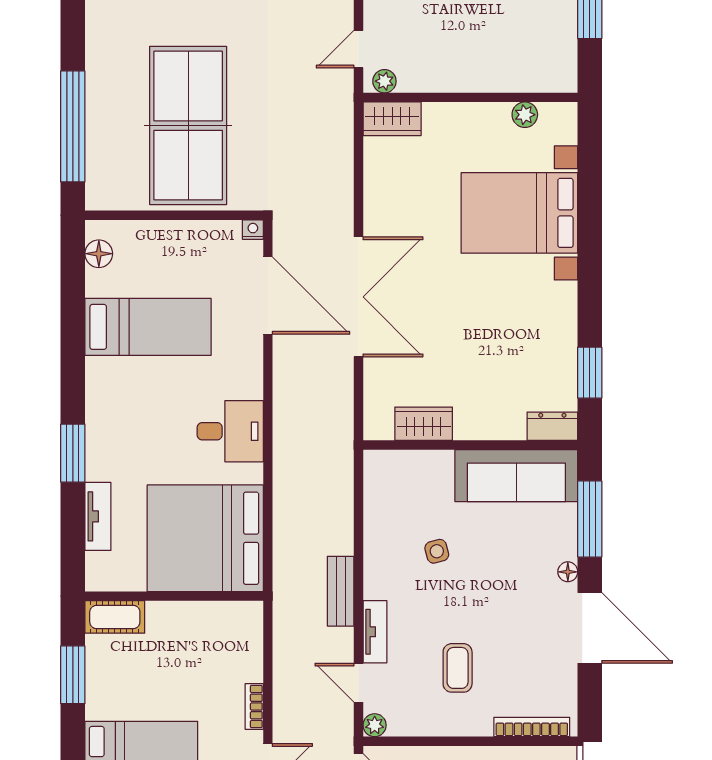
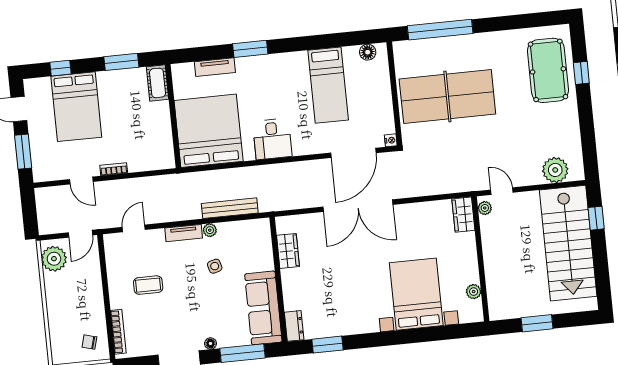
bench: (341, 591) -> (230, 208), moved, width x1.36
tv unit: (375, 632) -> (184, 233), moved
plant: (375, 725) -> (210, 230), moved

